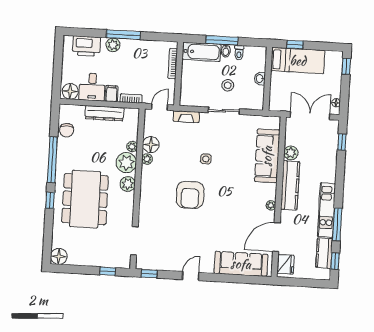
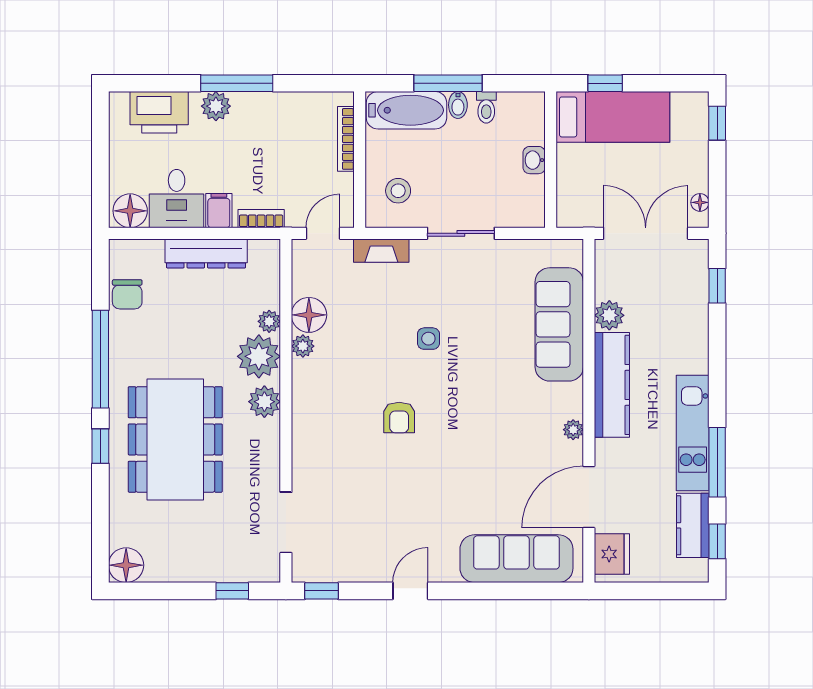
stool: (228, 85) -> (398, 191), moved
armchair: (190, 195) -> (399, 418), width x0.53, depth x0.53

